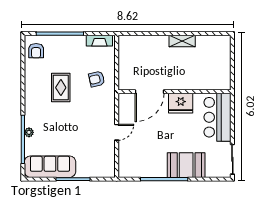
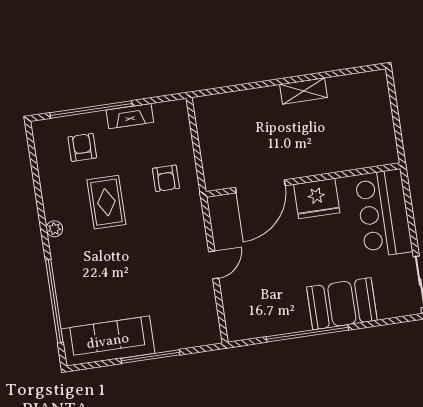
fireplace: (99, 41) -> (130, 116), moved
armchair: (36, 51) -> (82, 147), moved, turned 180
armchair: (97, 79) -> (166, 178), turned -77
plant: (29, 132) -> (54, 229), moved

